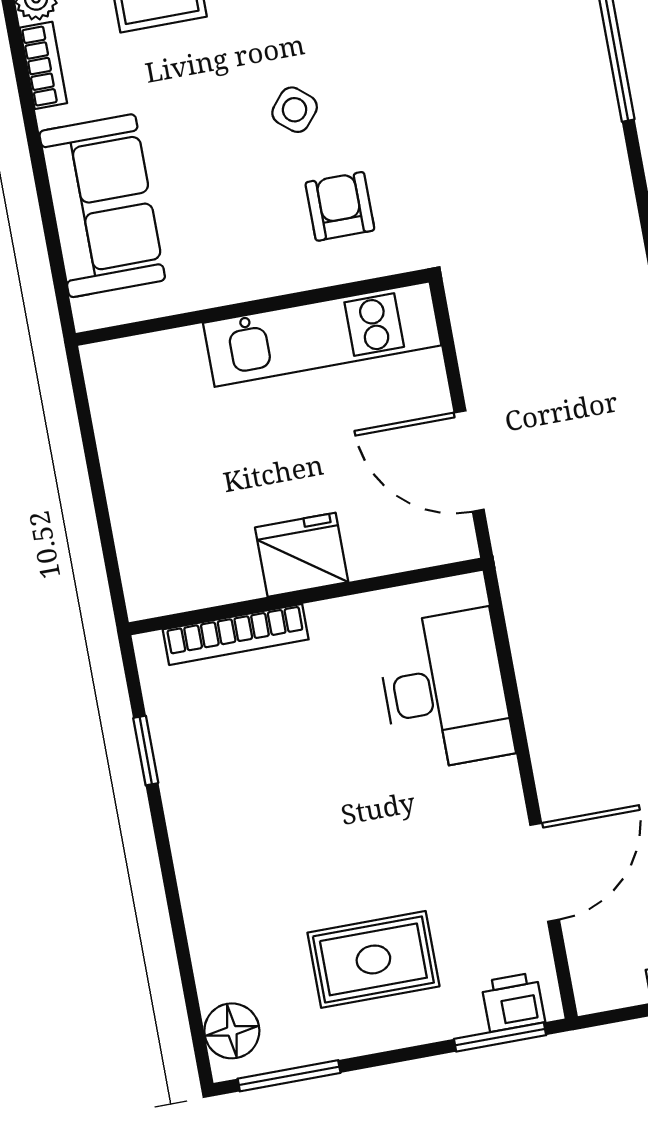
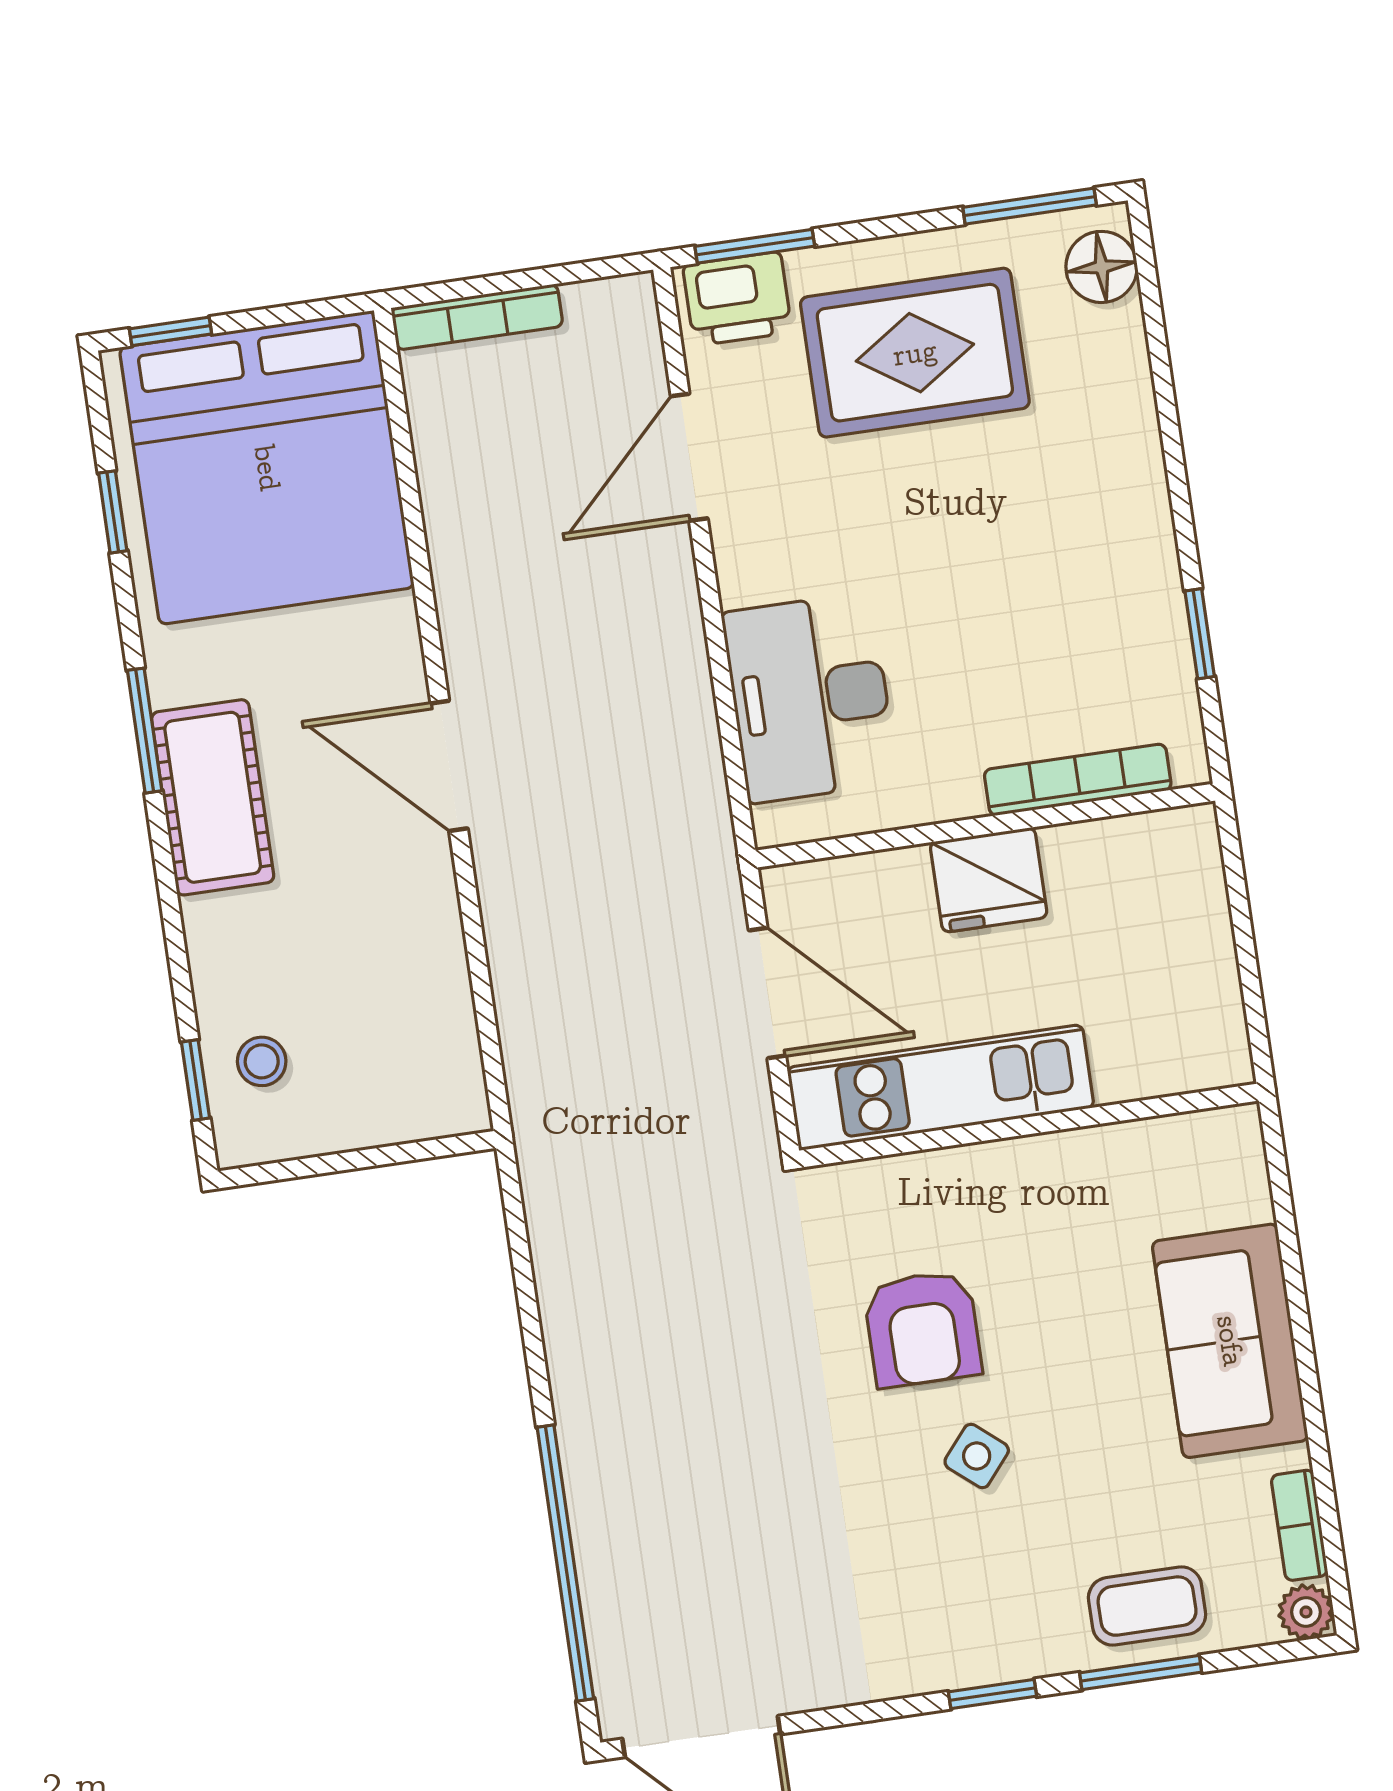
armchair: (340, 206) -> (923, 1329), width x1.38, depth x1.38
wall: (253, 307) -> (1029, 1126), moved
kitchen unit: (322, 334) -> (941, 1087), moved
rug: (373, 959) -> (915, 353), width x1.36, depth x1.43
printer: (513, 1002) -> (737, 299), width x1.36, depth x1.24

